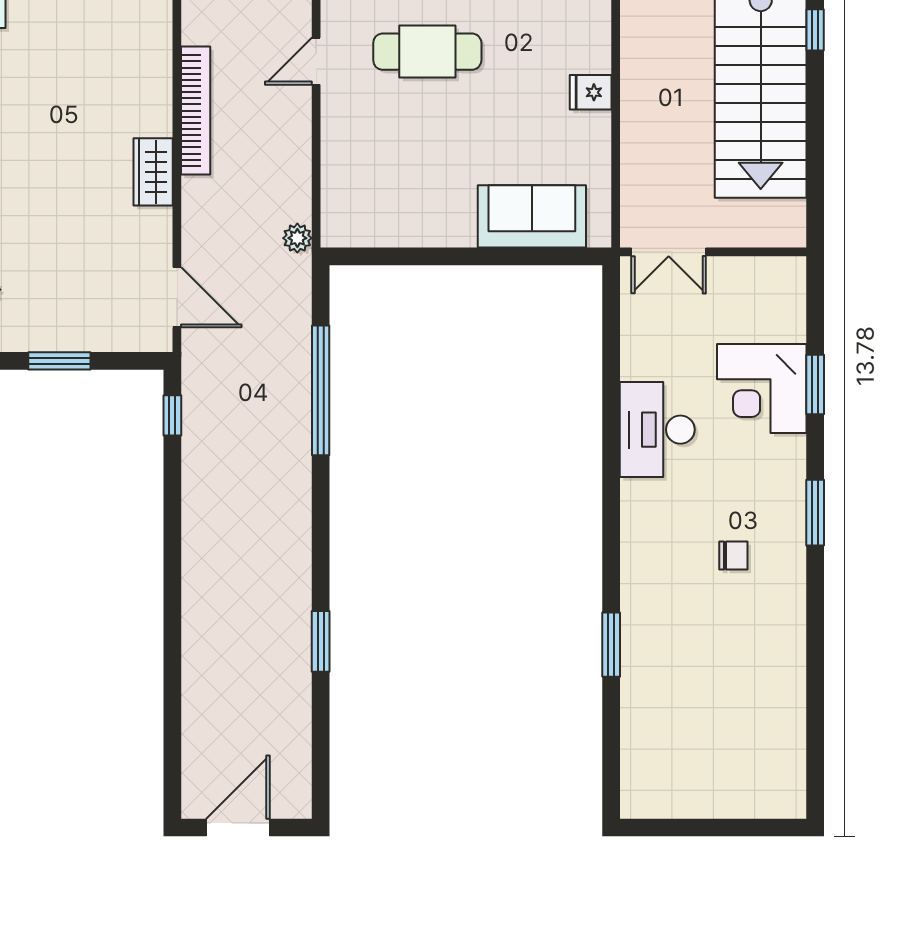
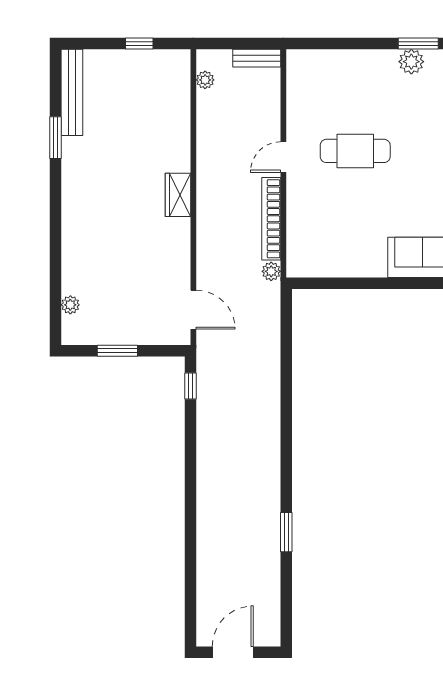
bookcase: (196, 111) -> (271, 219), moved, turned 180
wardrobe: (153, 172) -> (178, 195), moved
window: (321, 390) -> (286, 370), removed

